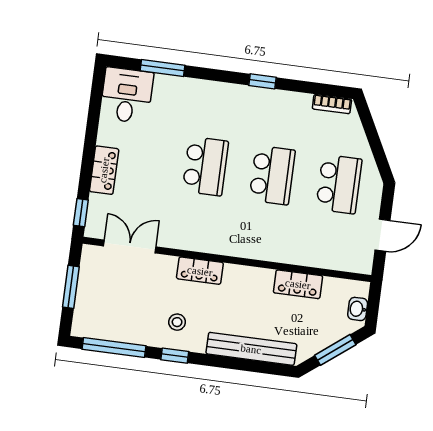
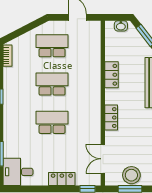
locker: (298, 284) -> (111, 75), moved
stool: (177, 322) -> (131, 175), moved, width x1.89, depth x1.89

